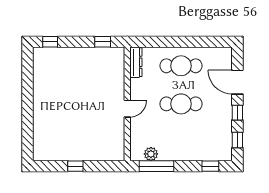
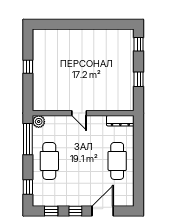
window: (103, 42) -> (139, 79), moved
cafe table: (181, 104) -> (49, 161), moved
plant: (151, 154) -> (39, 122), moved

